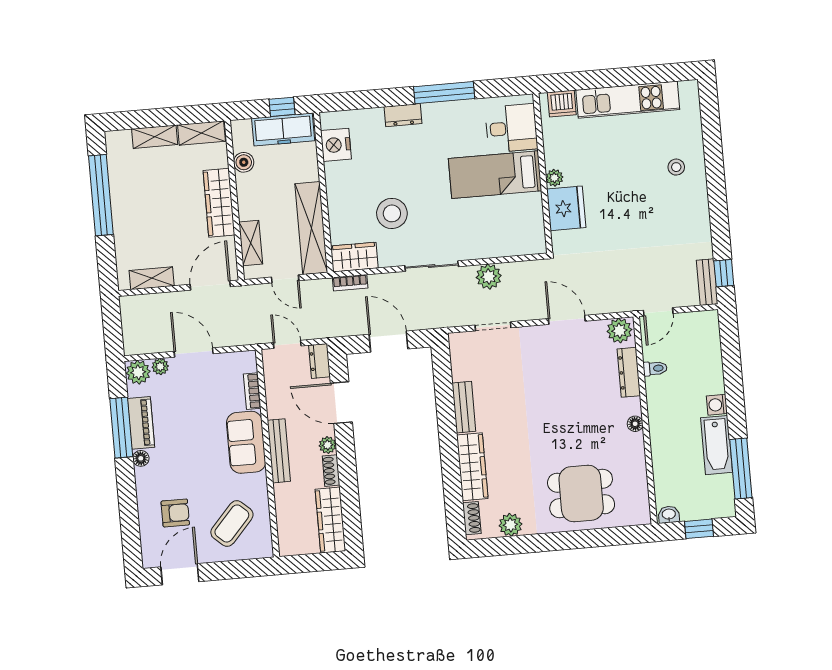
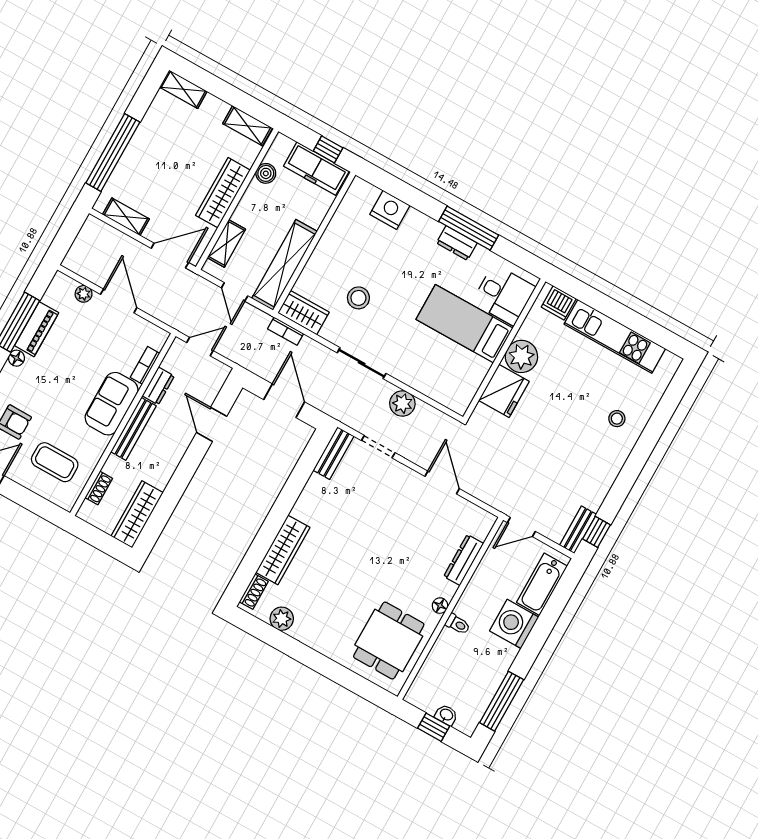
dresser: (403, 115) -> (457, 243), moved
shelving: (155, 137) -> (183, 89), moved
nightstand: (336, 145) -> (390, 210), moved, turned 90
plant: (554, 178) -> (521, 356), width x1.87, depth x1.87
window: (101, 195) -> (113, 153), moved
stool: (392, 213) -> (358, 298), width x0.73, depth x0.73
plant: (619, 331) -> (479, 521), removed
door: (287, 344) -> (200, 347), hinge flipped
dresser: (319, 361) -> (158, 386), moved, turned 180
toilet: (655, 368) -> (458, 624), moved
plant: (138, 372) -> (62, 286), removed
door: (341, 403) -> (212, 424), width x0.73
washing machine: (717, 405) -> (514, 624), width x1.89, depth x1.89
bench: (464, 407) -> (334, 453), moved
plant: (328, 445) -> (177, 451), removed
bathtub: (717, 445) -> (542, 584), moved
shoe rack: (331, 471) -> (99, 488), moved, turned 180
dining table: (581, 493) -> (389, 640), moved, turned 90
washbasin: (669, 515) -> (446, 715), moved
coffee table: (232, 524) -> (55, 462), turned 48

